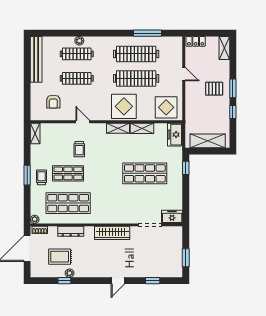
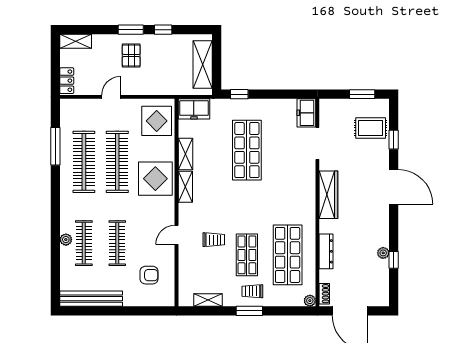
shelving: (35, 134) -> (208, 300), moved
rug: (60, 257) -> (371, 128), moved, turned 90
door: (118, 281) -> (394, 187), width x1.88

